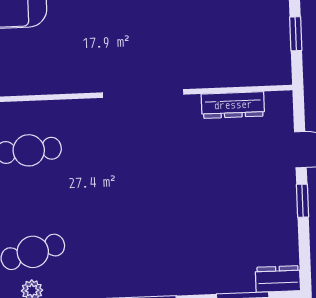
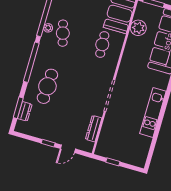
cafe table: (169, 246) -> (47, 86), added
dresser: (278, 279) -> (25, 111), moved

